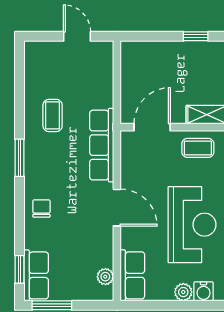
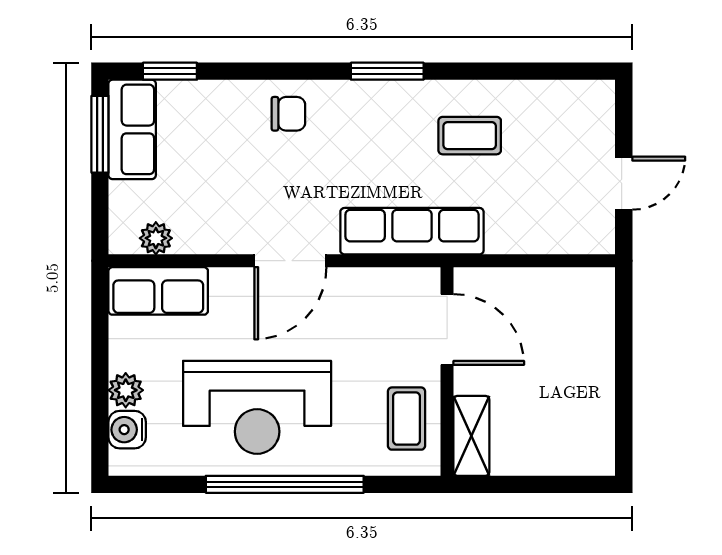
window: (196, 36) -> (624, 414), removed
row of seats: (36, 275) -> (132, 129), moved, turned -90

